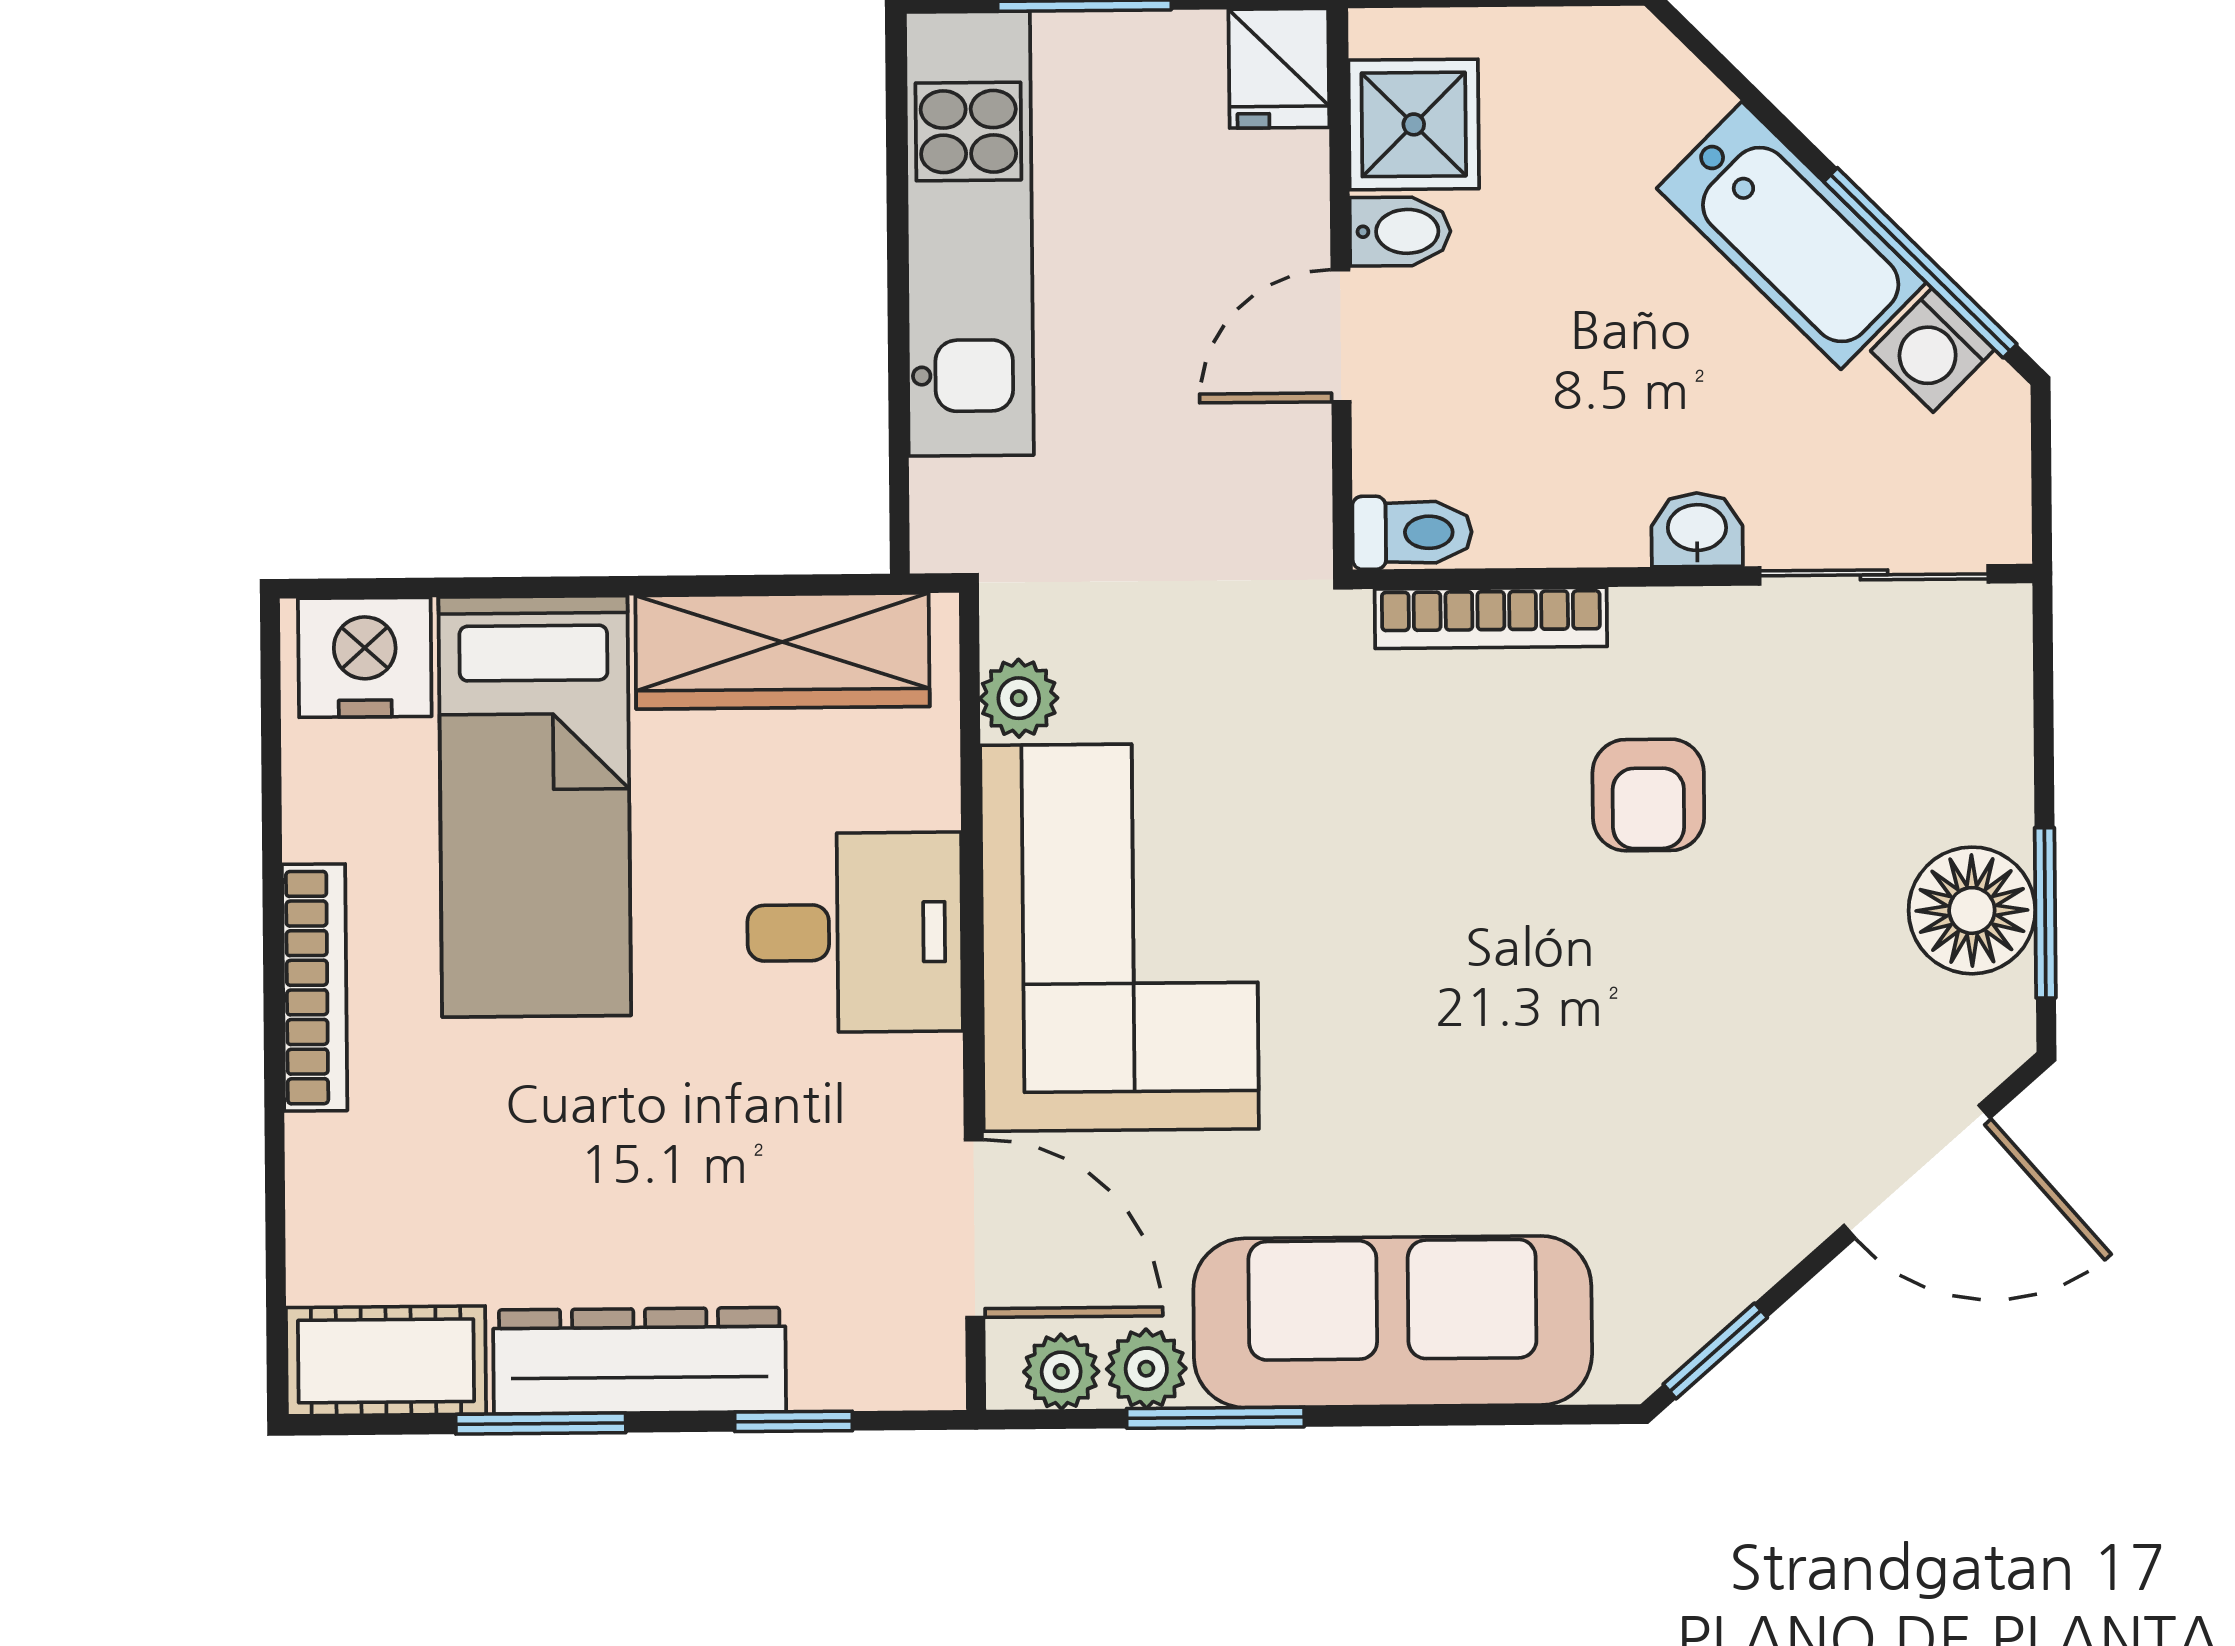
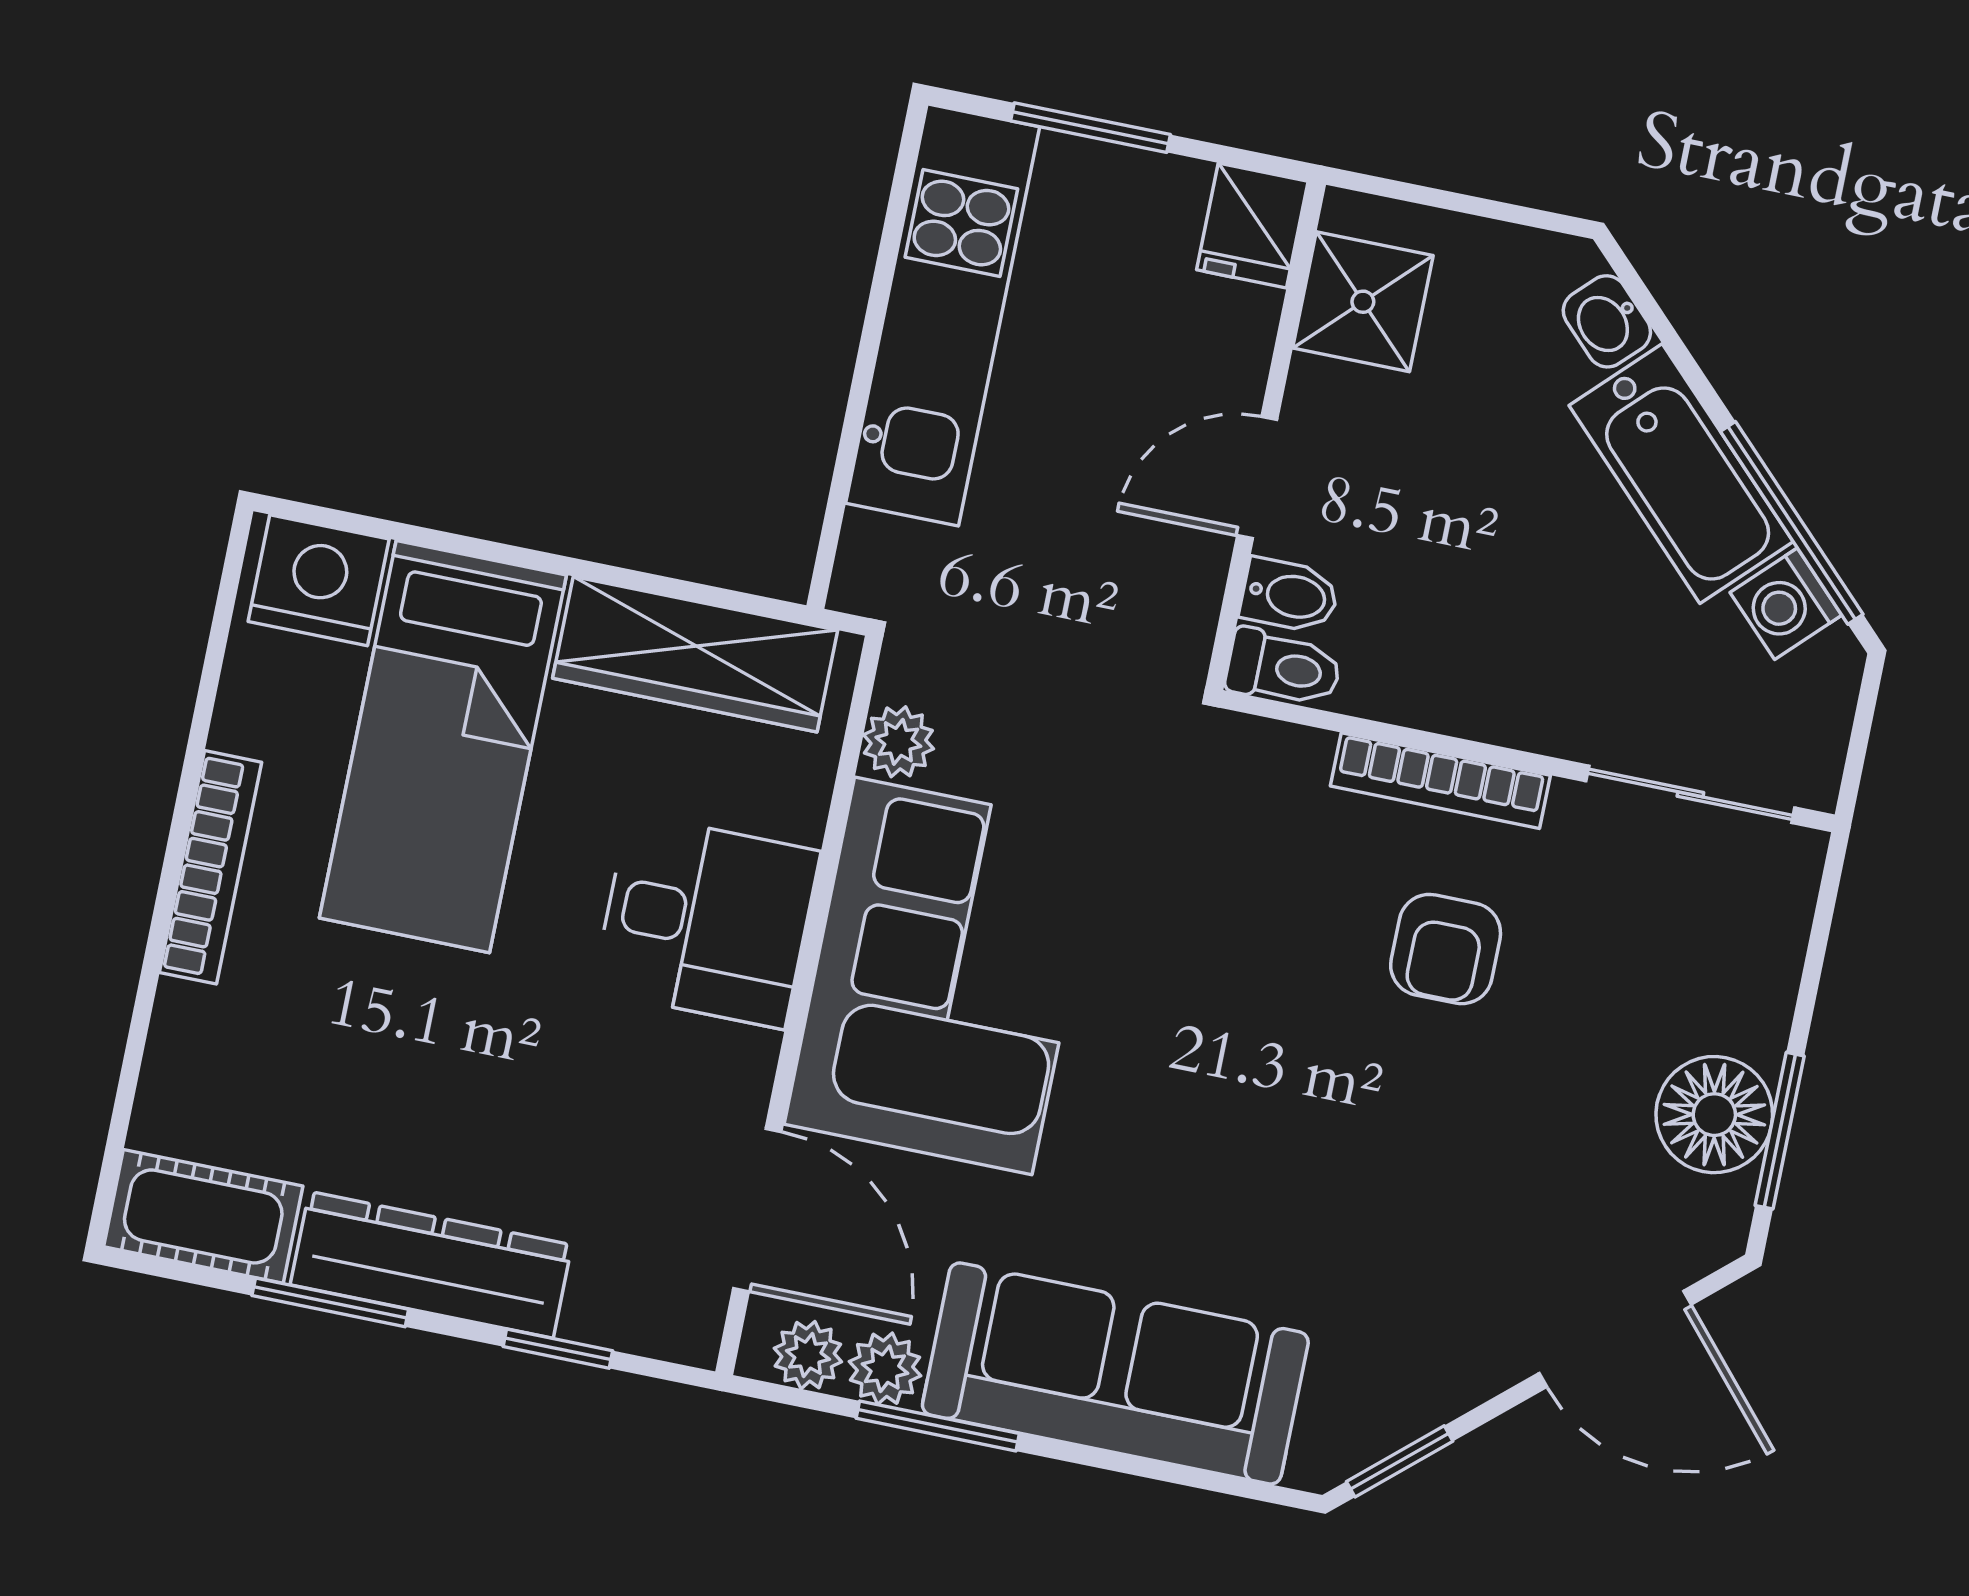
bidet: (1400, 231) -> (1290, 595), moved
washbasin: (1697, 530) -> (1607, 321), moved, turned -135
bookcase: (1491, 618) -> (1440, 781), moved

